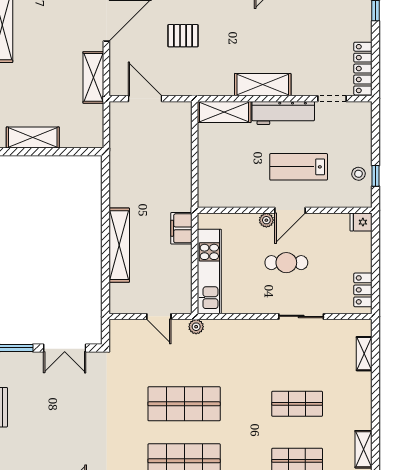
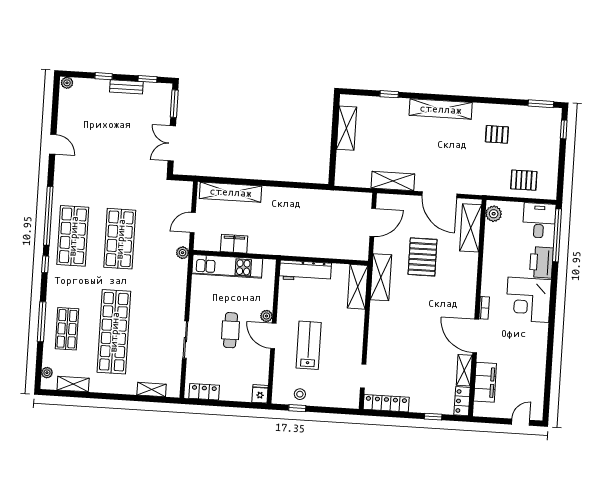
pallet: (183, 36) -> (423, 257), width x1.50, depth x1.42
shelving: (263, 85) -> (381, 277), moved
workbench: (283, 113) -> (305, 271), moved, turned -90
filing cabinet: (181, 228) -> (234, 244), moved
shelving: (119, 245) -> (231, 192), moved
shop shelf: (297, 404) -> (114, 332), width x2.00, depth x1.36

